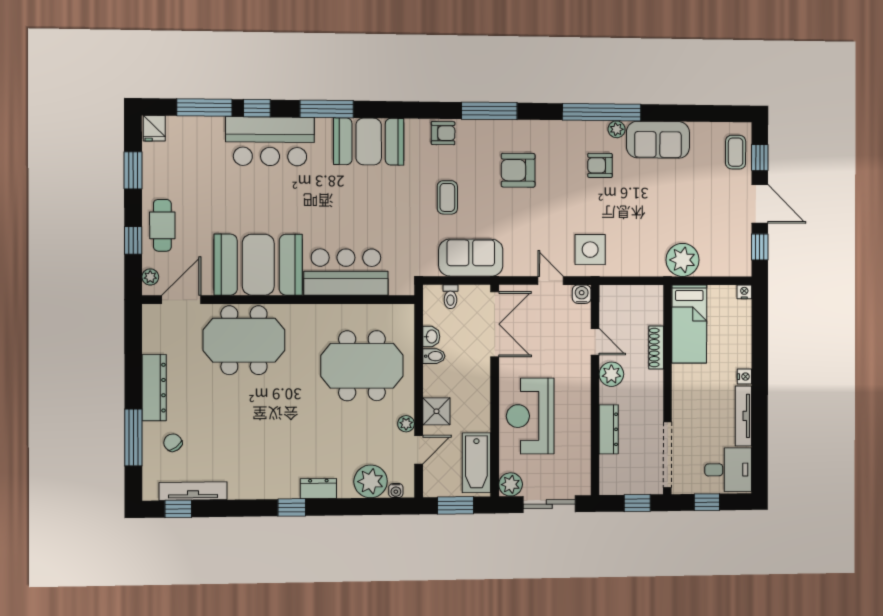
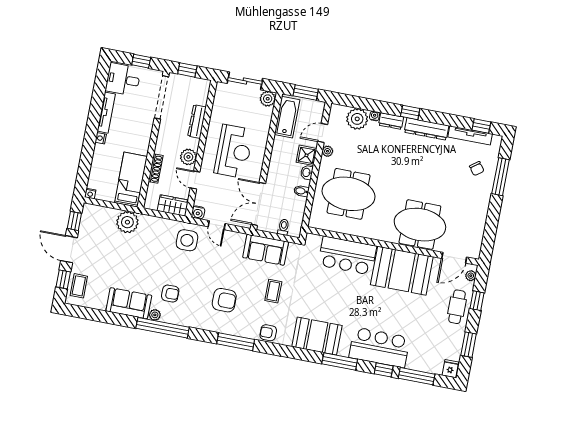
wardrobe: (621, 297) -> (173, 205), added
washbasin: (431, 337) -> (307, 172), moved
dresser: (154, 388) -> (427, 129), moved, turned -90
reception desk: (530, 416) -> (234, 151), moved
water cooler: (396, 491) -> (374, 116), moved

